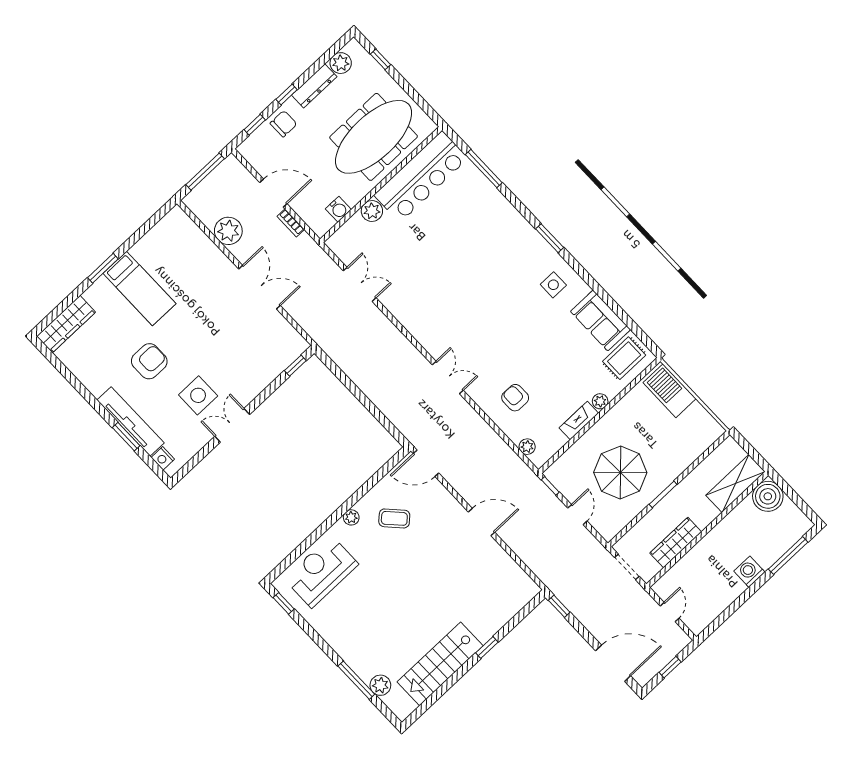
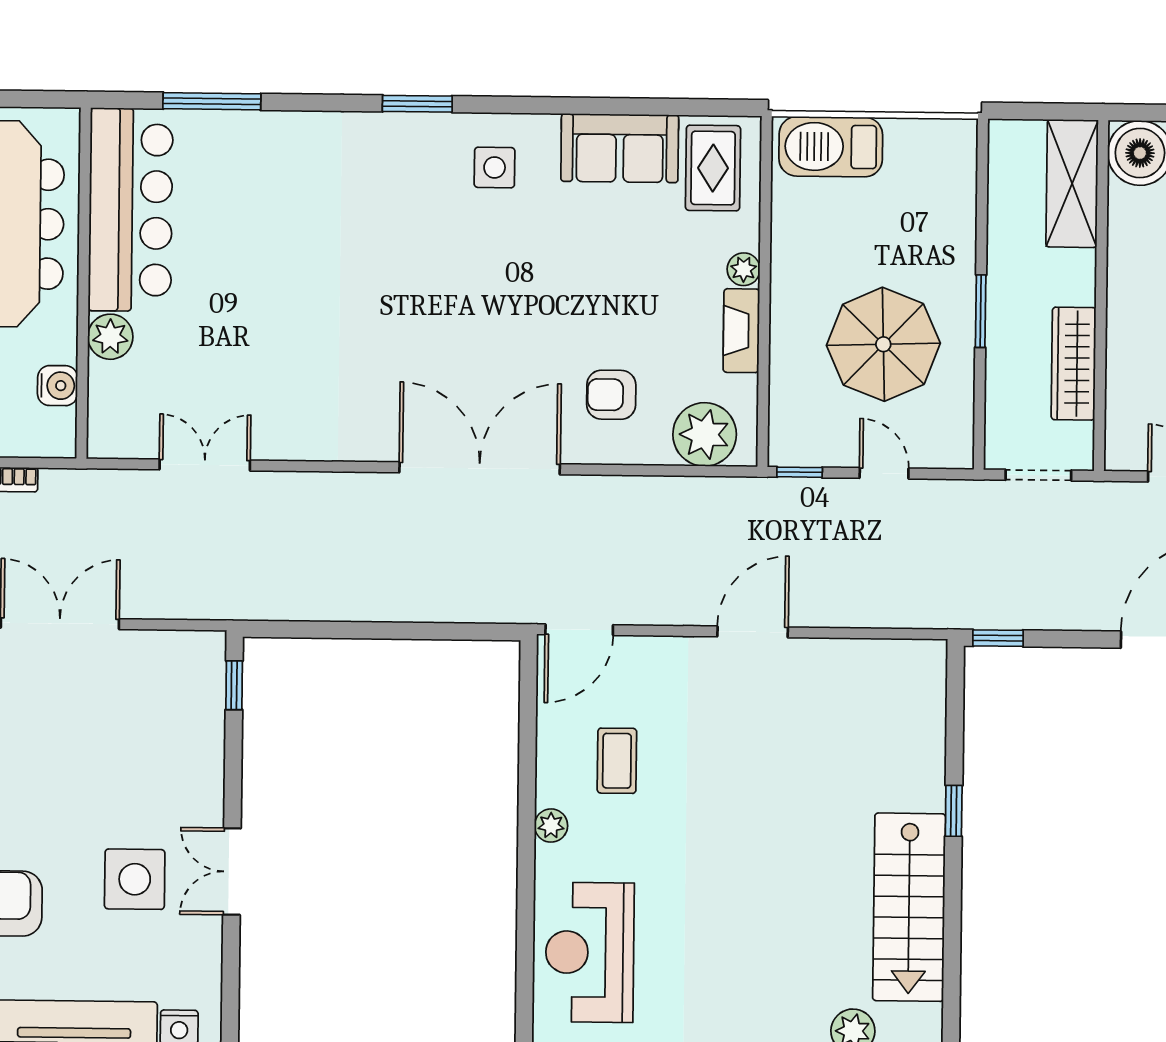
double door: (448, 377) -> (480, 468), width x1.87
plant: (527, 447) -> (705, 434), width x1.87, depth x1.87
coffee table: (394, 518) -> (617, 761), turned -47

